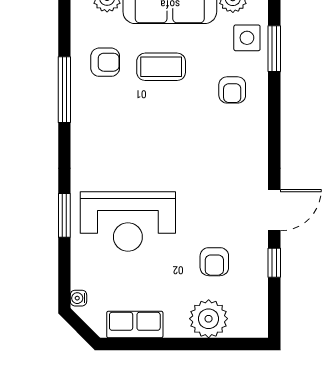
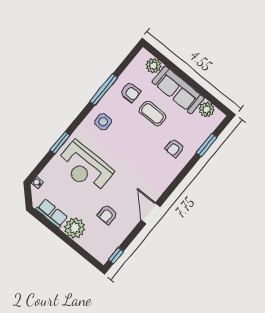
side table: (247, 38) -> (103, 122), moved
door: (274, 210) -> (151, 213), swing flipped
window: (274, 263) -> (116, 255), moved
plant: (209, 319) -> (75, 228), moved

